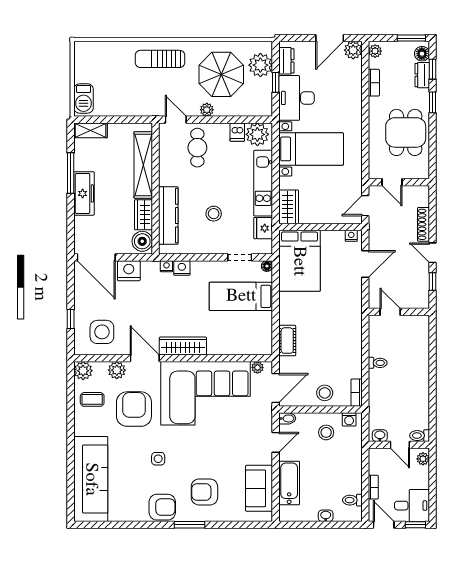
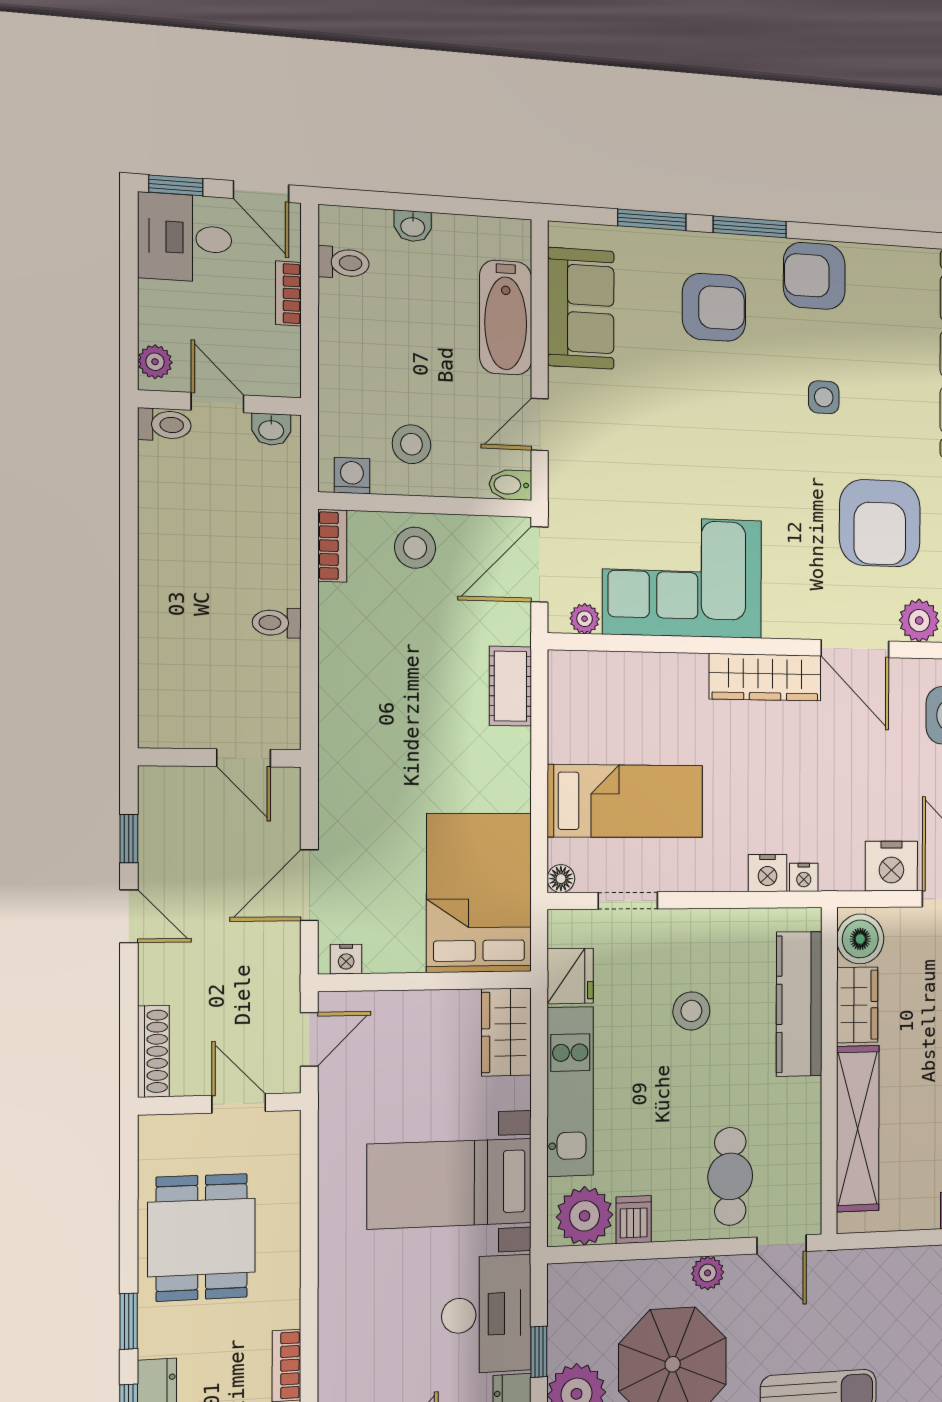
shoe rack: (424, 224) -> (153, 1051), moved
corner sofa: (206, 393) -> (682, 577), width x0.73, depth x0.74
window: (230, 525) -> (652, 220), added

